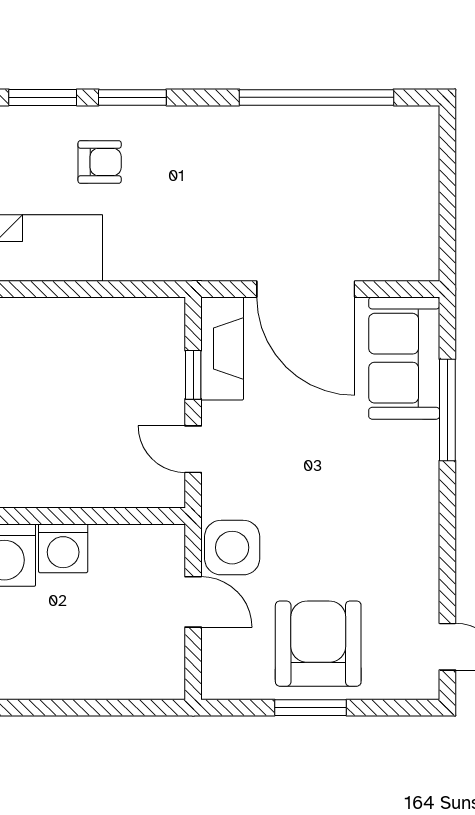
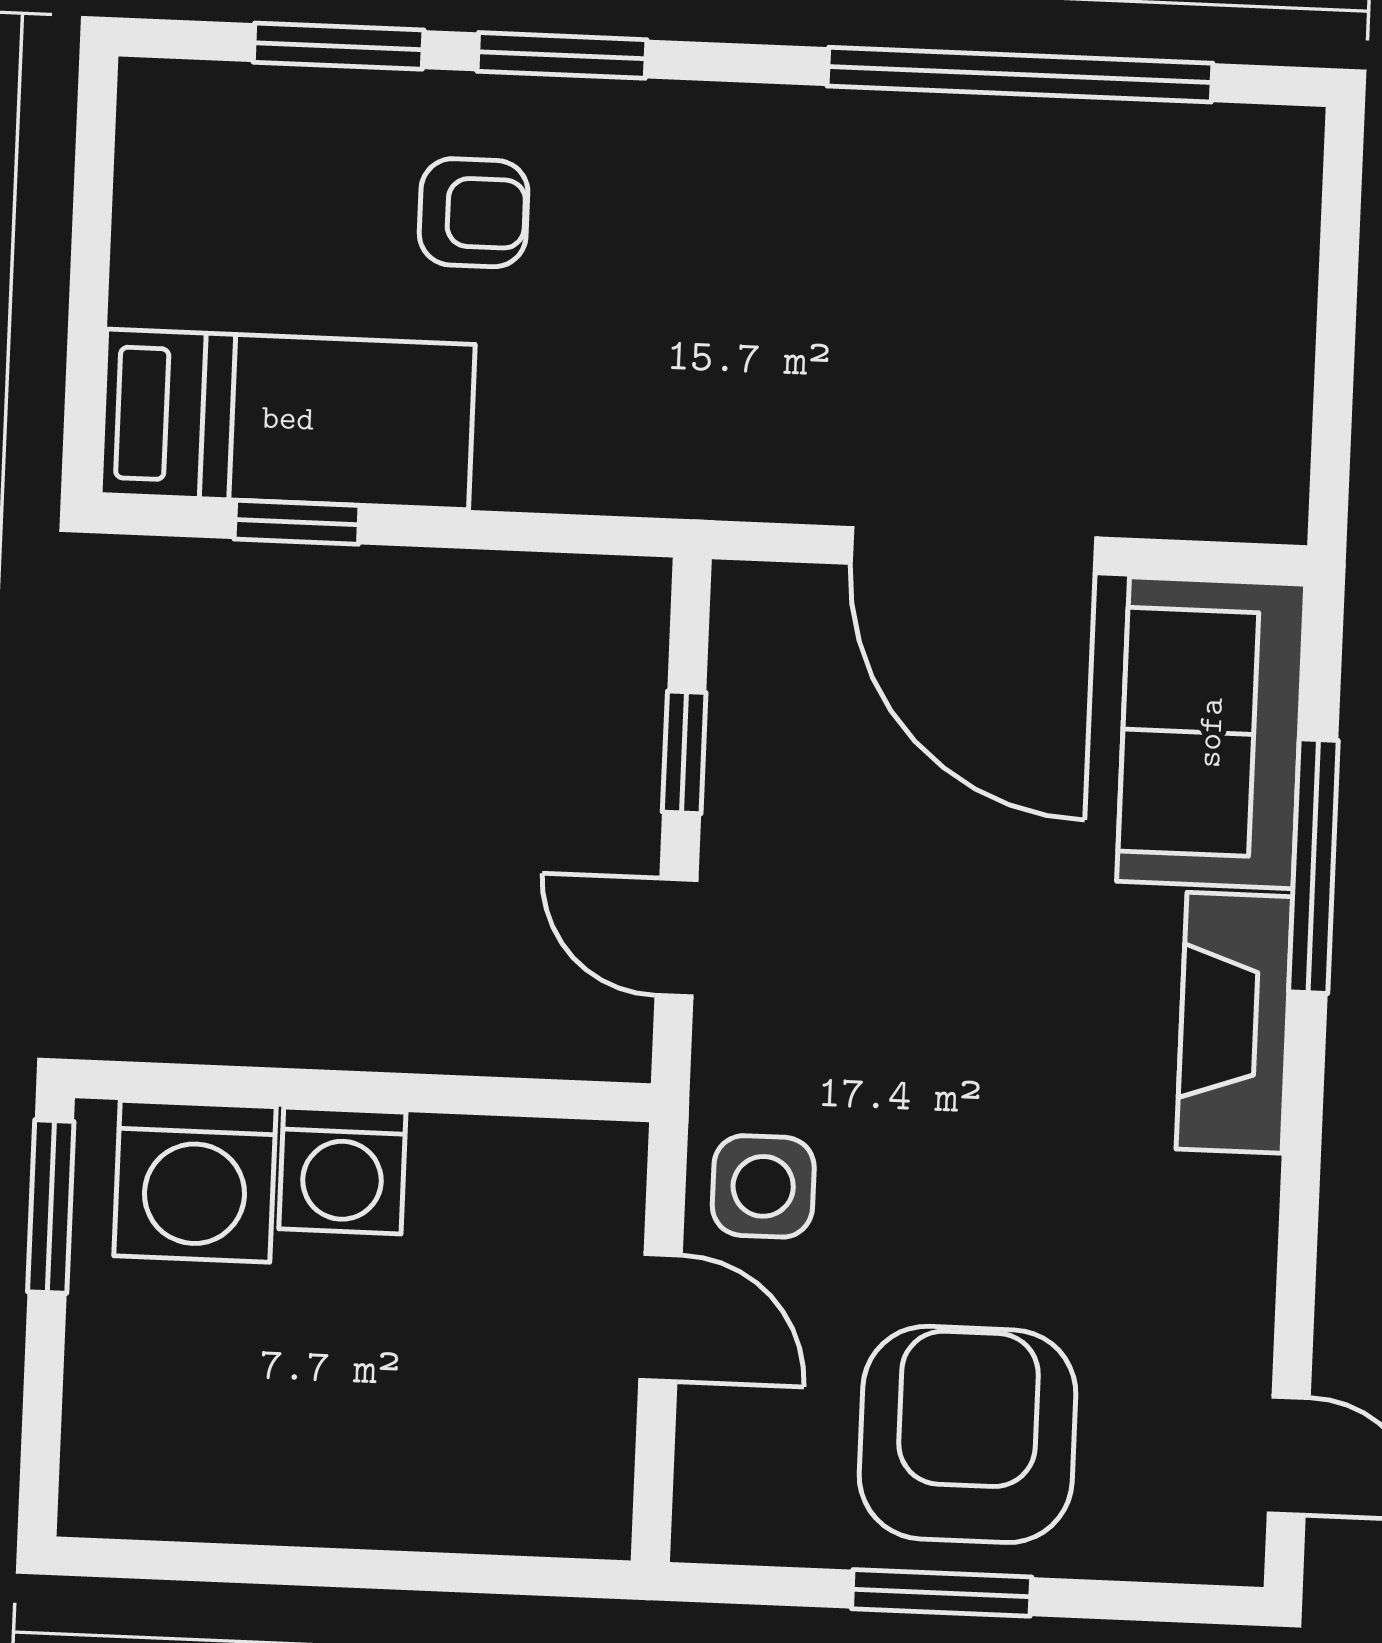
window: (34, 289) -> (297, 522), added
fireplace: (222, 349) -> (1234, 1023), moved, turned 180
side table: (232, 548) -> (763, 1186), width x0.73, depth x0.73

